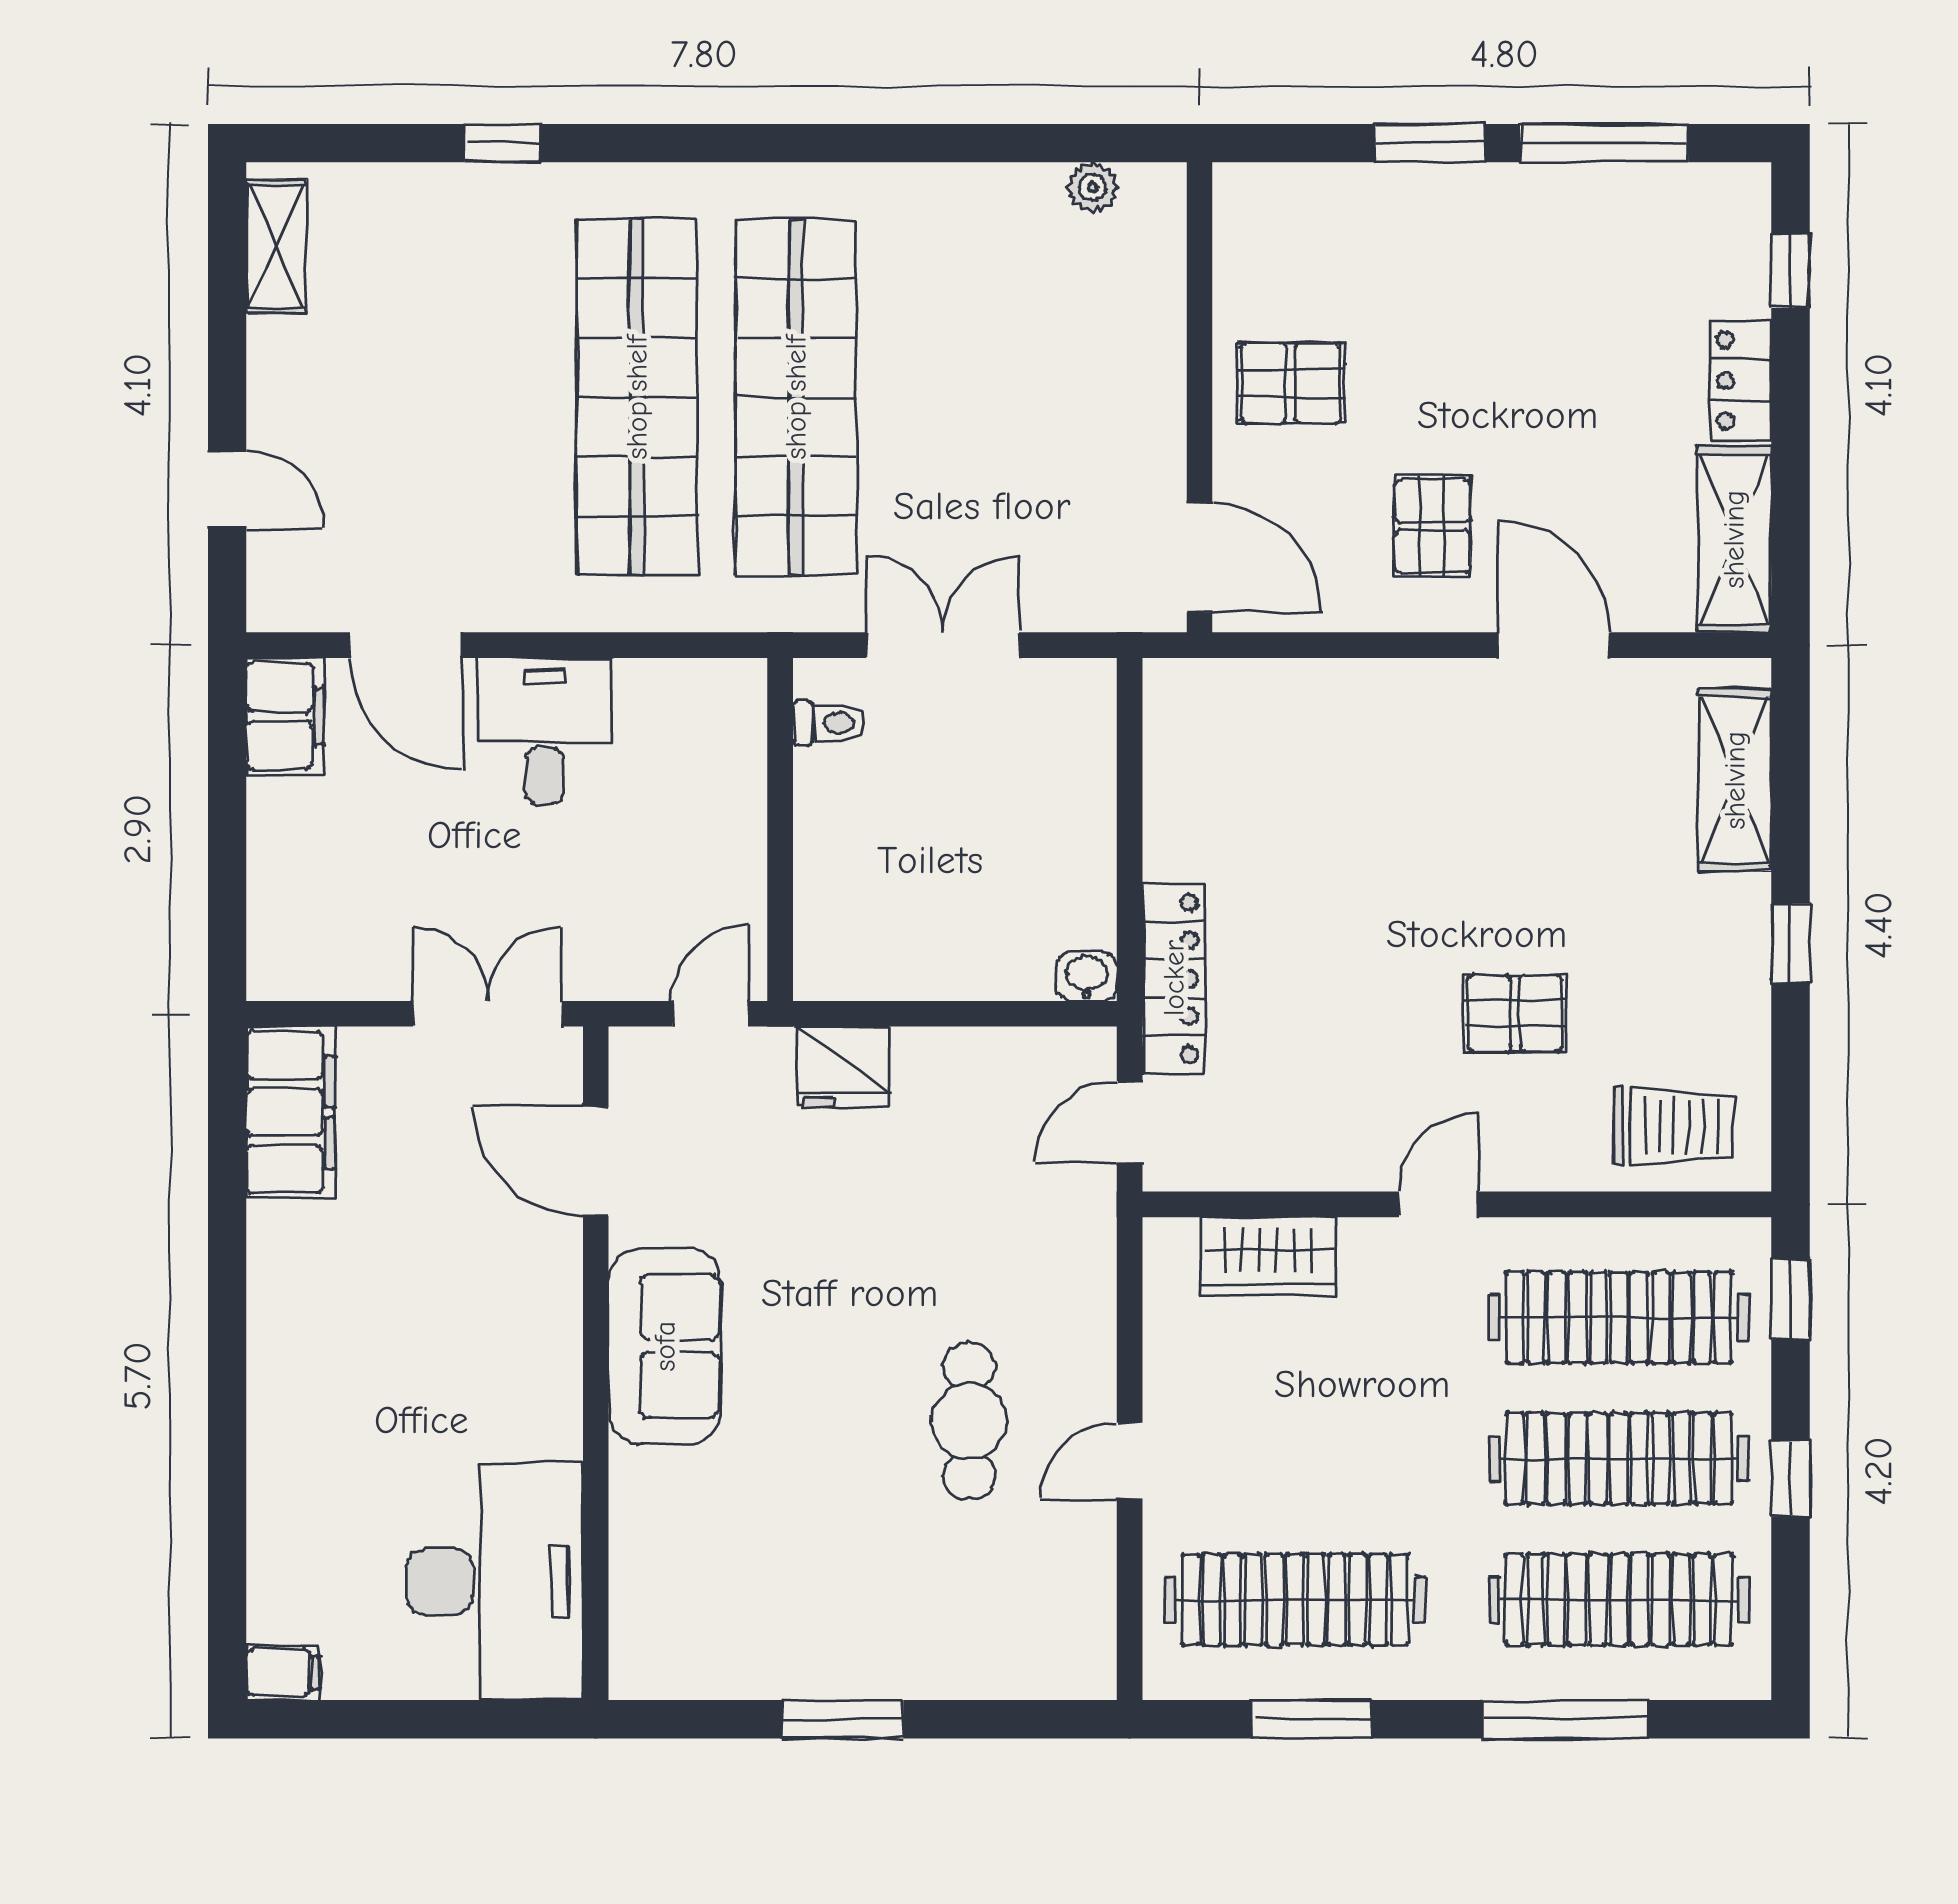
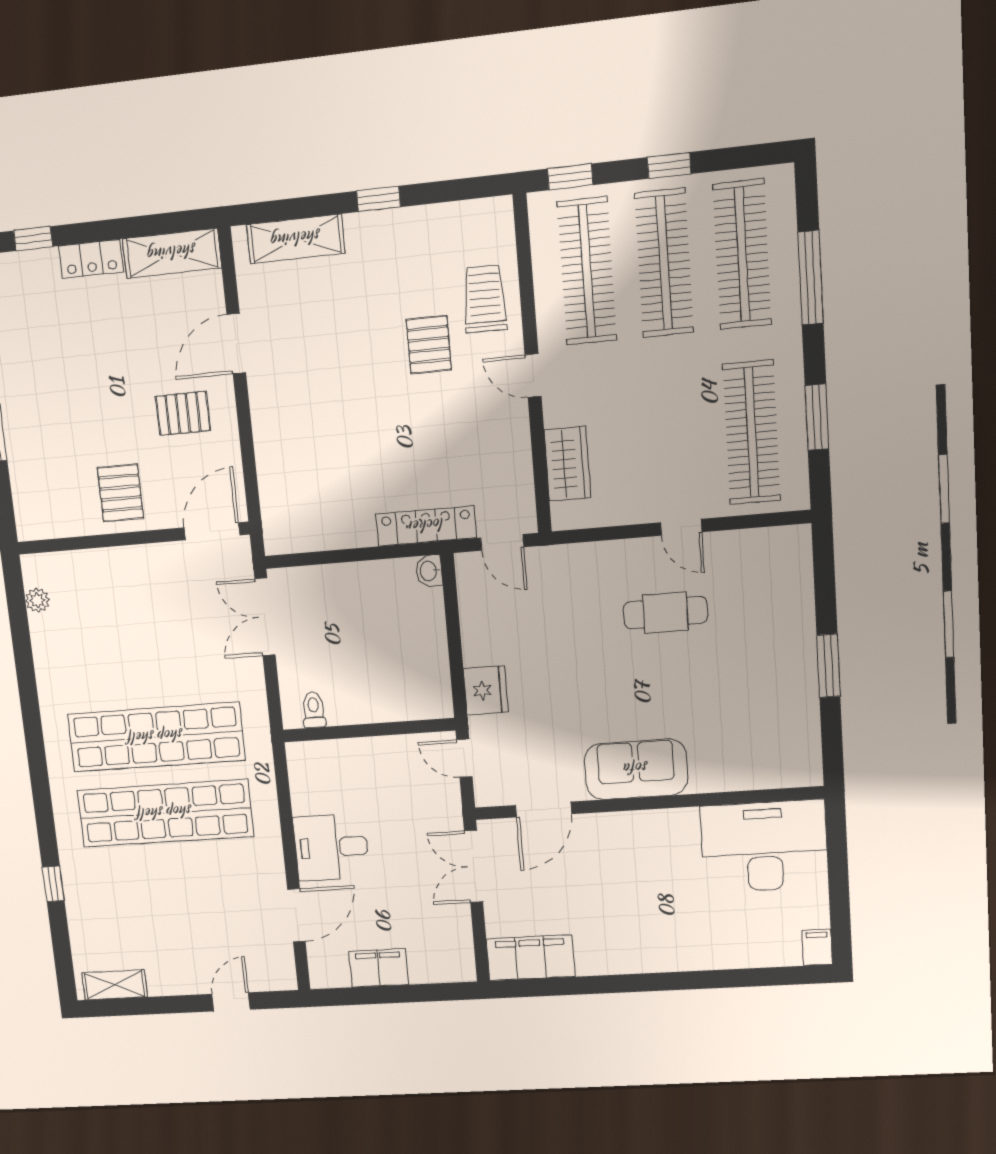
double door: (943, 645) -> (265, 617), moved
filing cabinet: (285, 716) -> (379, 968), moved
trolley: (1673, 1126) -> (485, 299), moved

